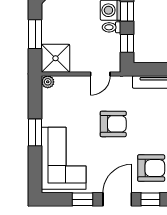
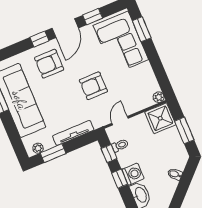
toilet: (111, 27) -> (120, 145), moved
window: (35, 132) -> (142, 29), moved

